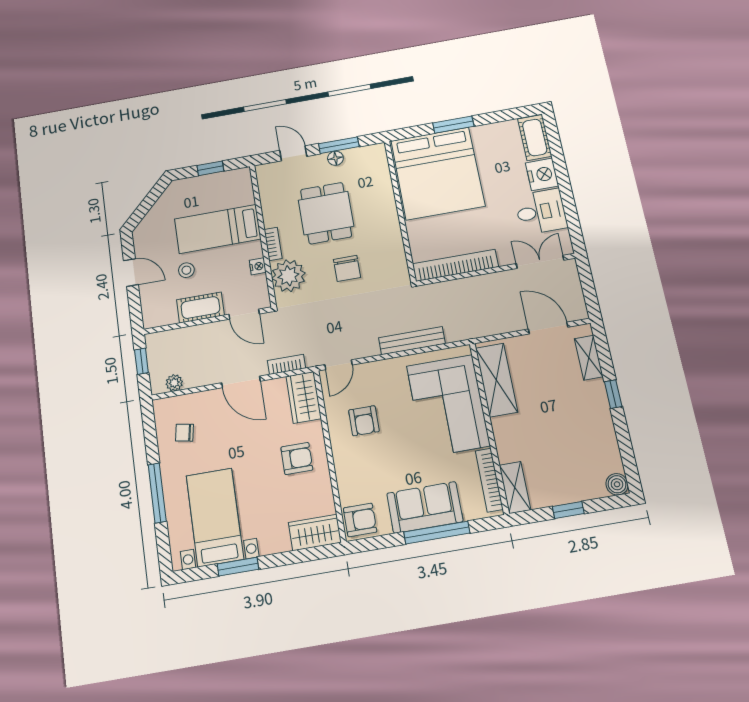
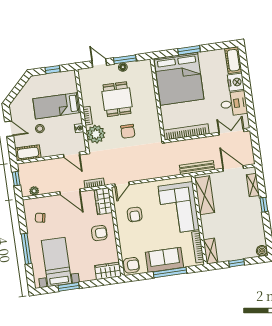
cot: (200, 308) -> (28, 153), moved
bench: (412, 341) -> (197, 168), moved

